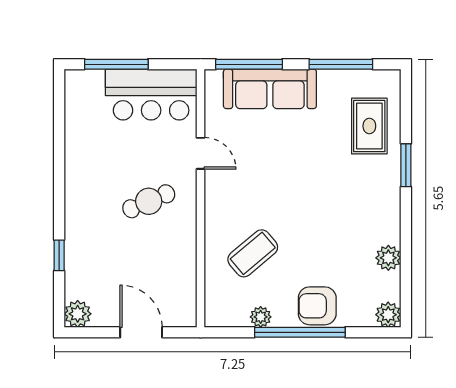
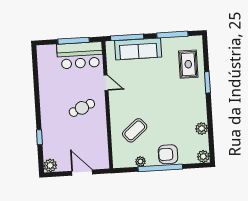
window: (116, 64) -> (74, 41), moved

